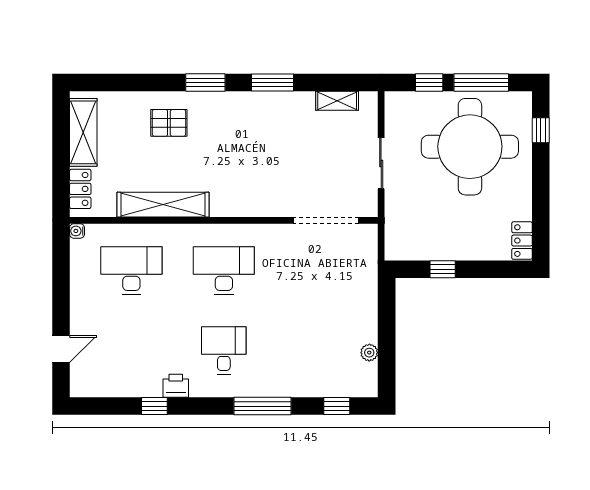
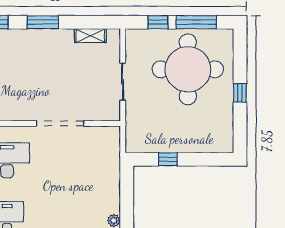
window: (541, 130) -> (240, 93), moved
doorway: (326, 220) -> (60, 123), moved
locker: (522, 241) -> (226, 138), removed

